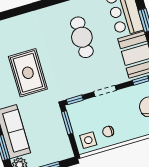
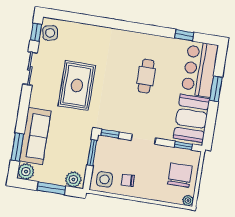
cafe table: (82, 37) -> (146, 76), width x0.73, depth x0.74
plant: (62, 153) -> (73, 179), added

